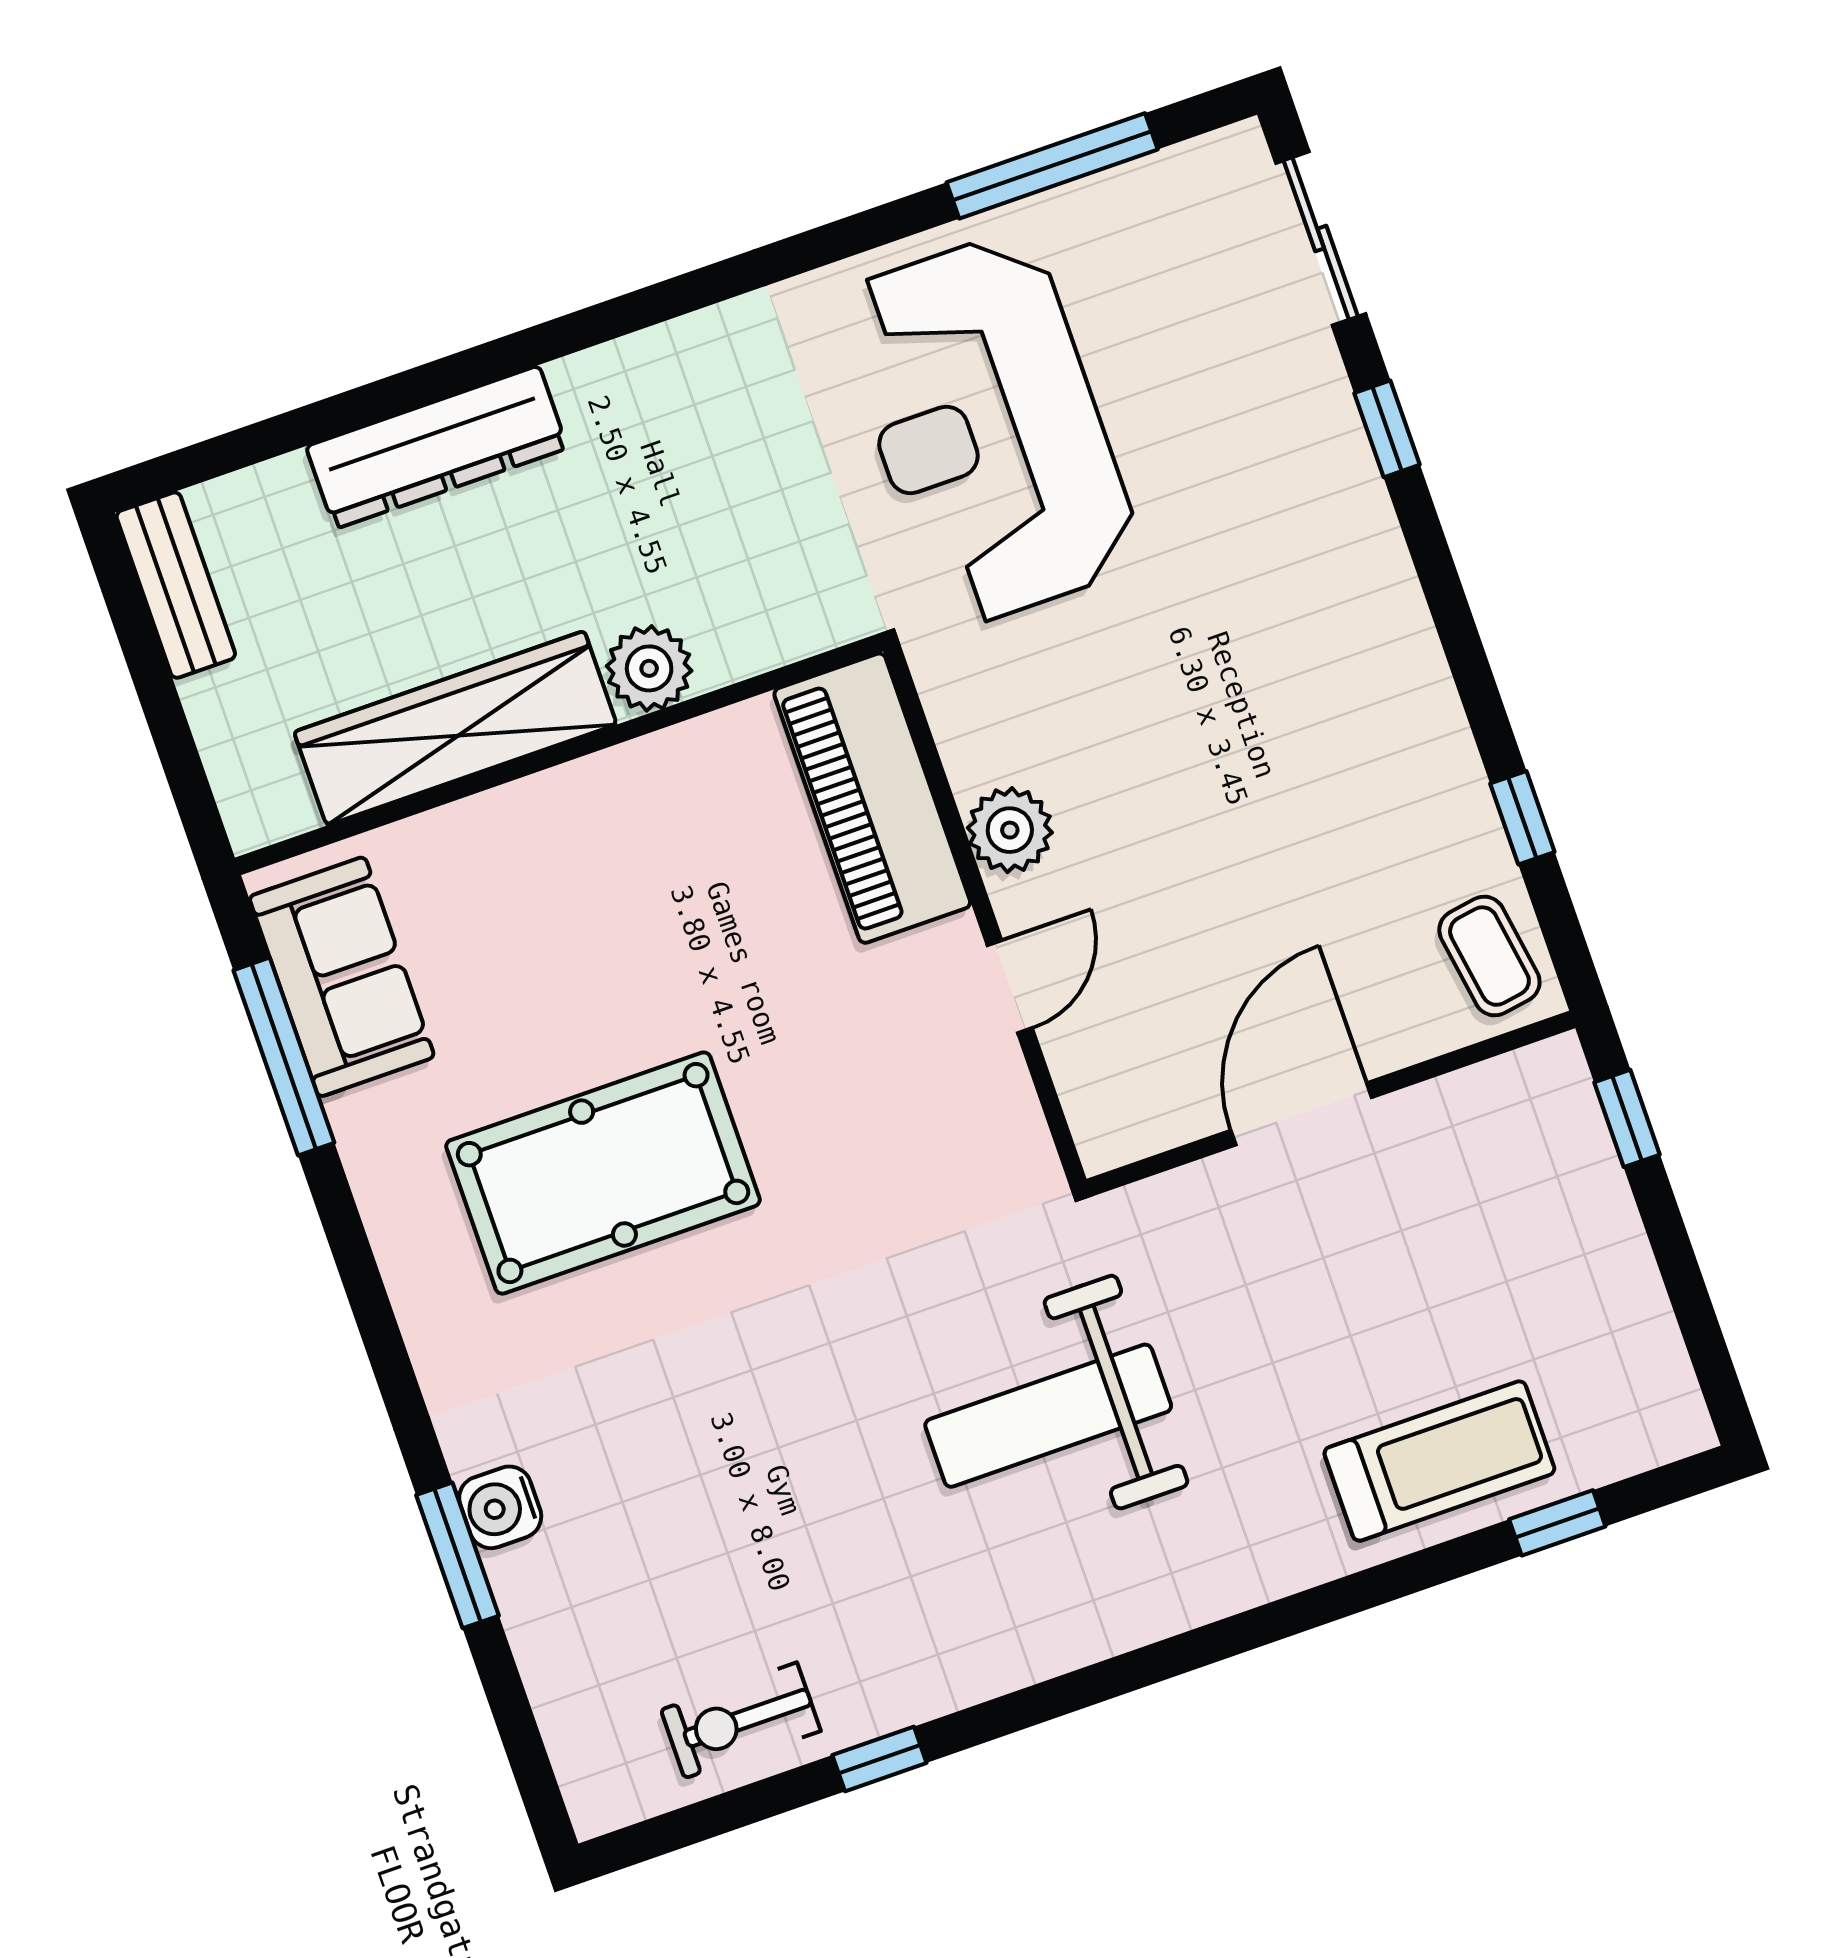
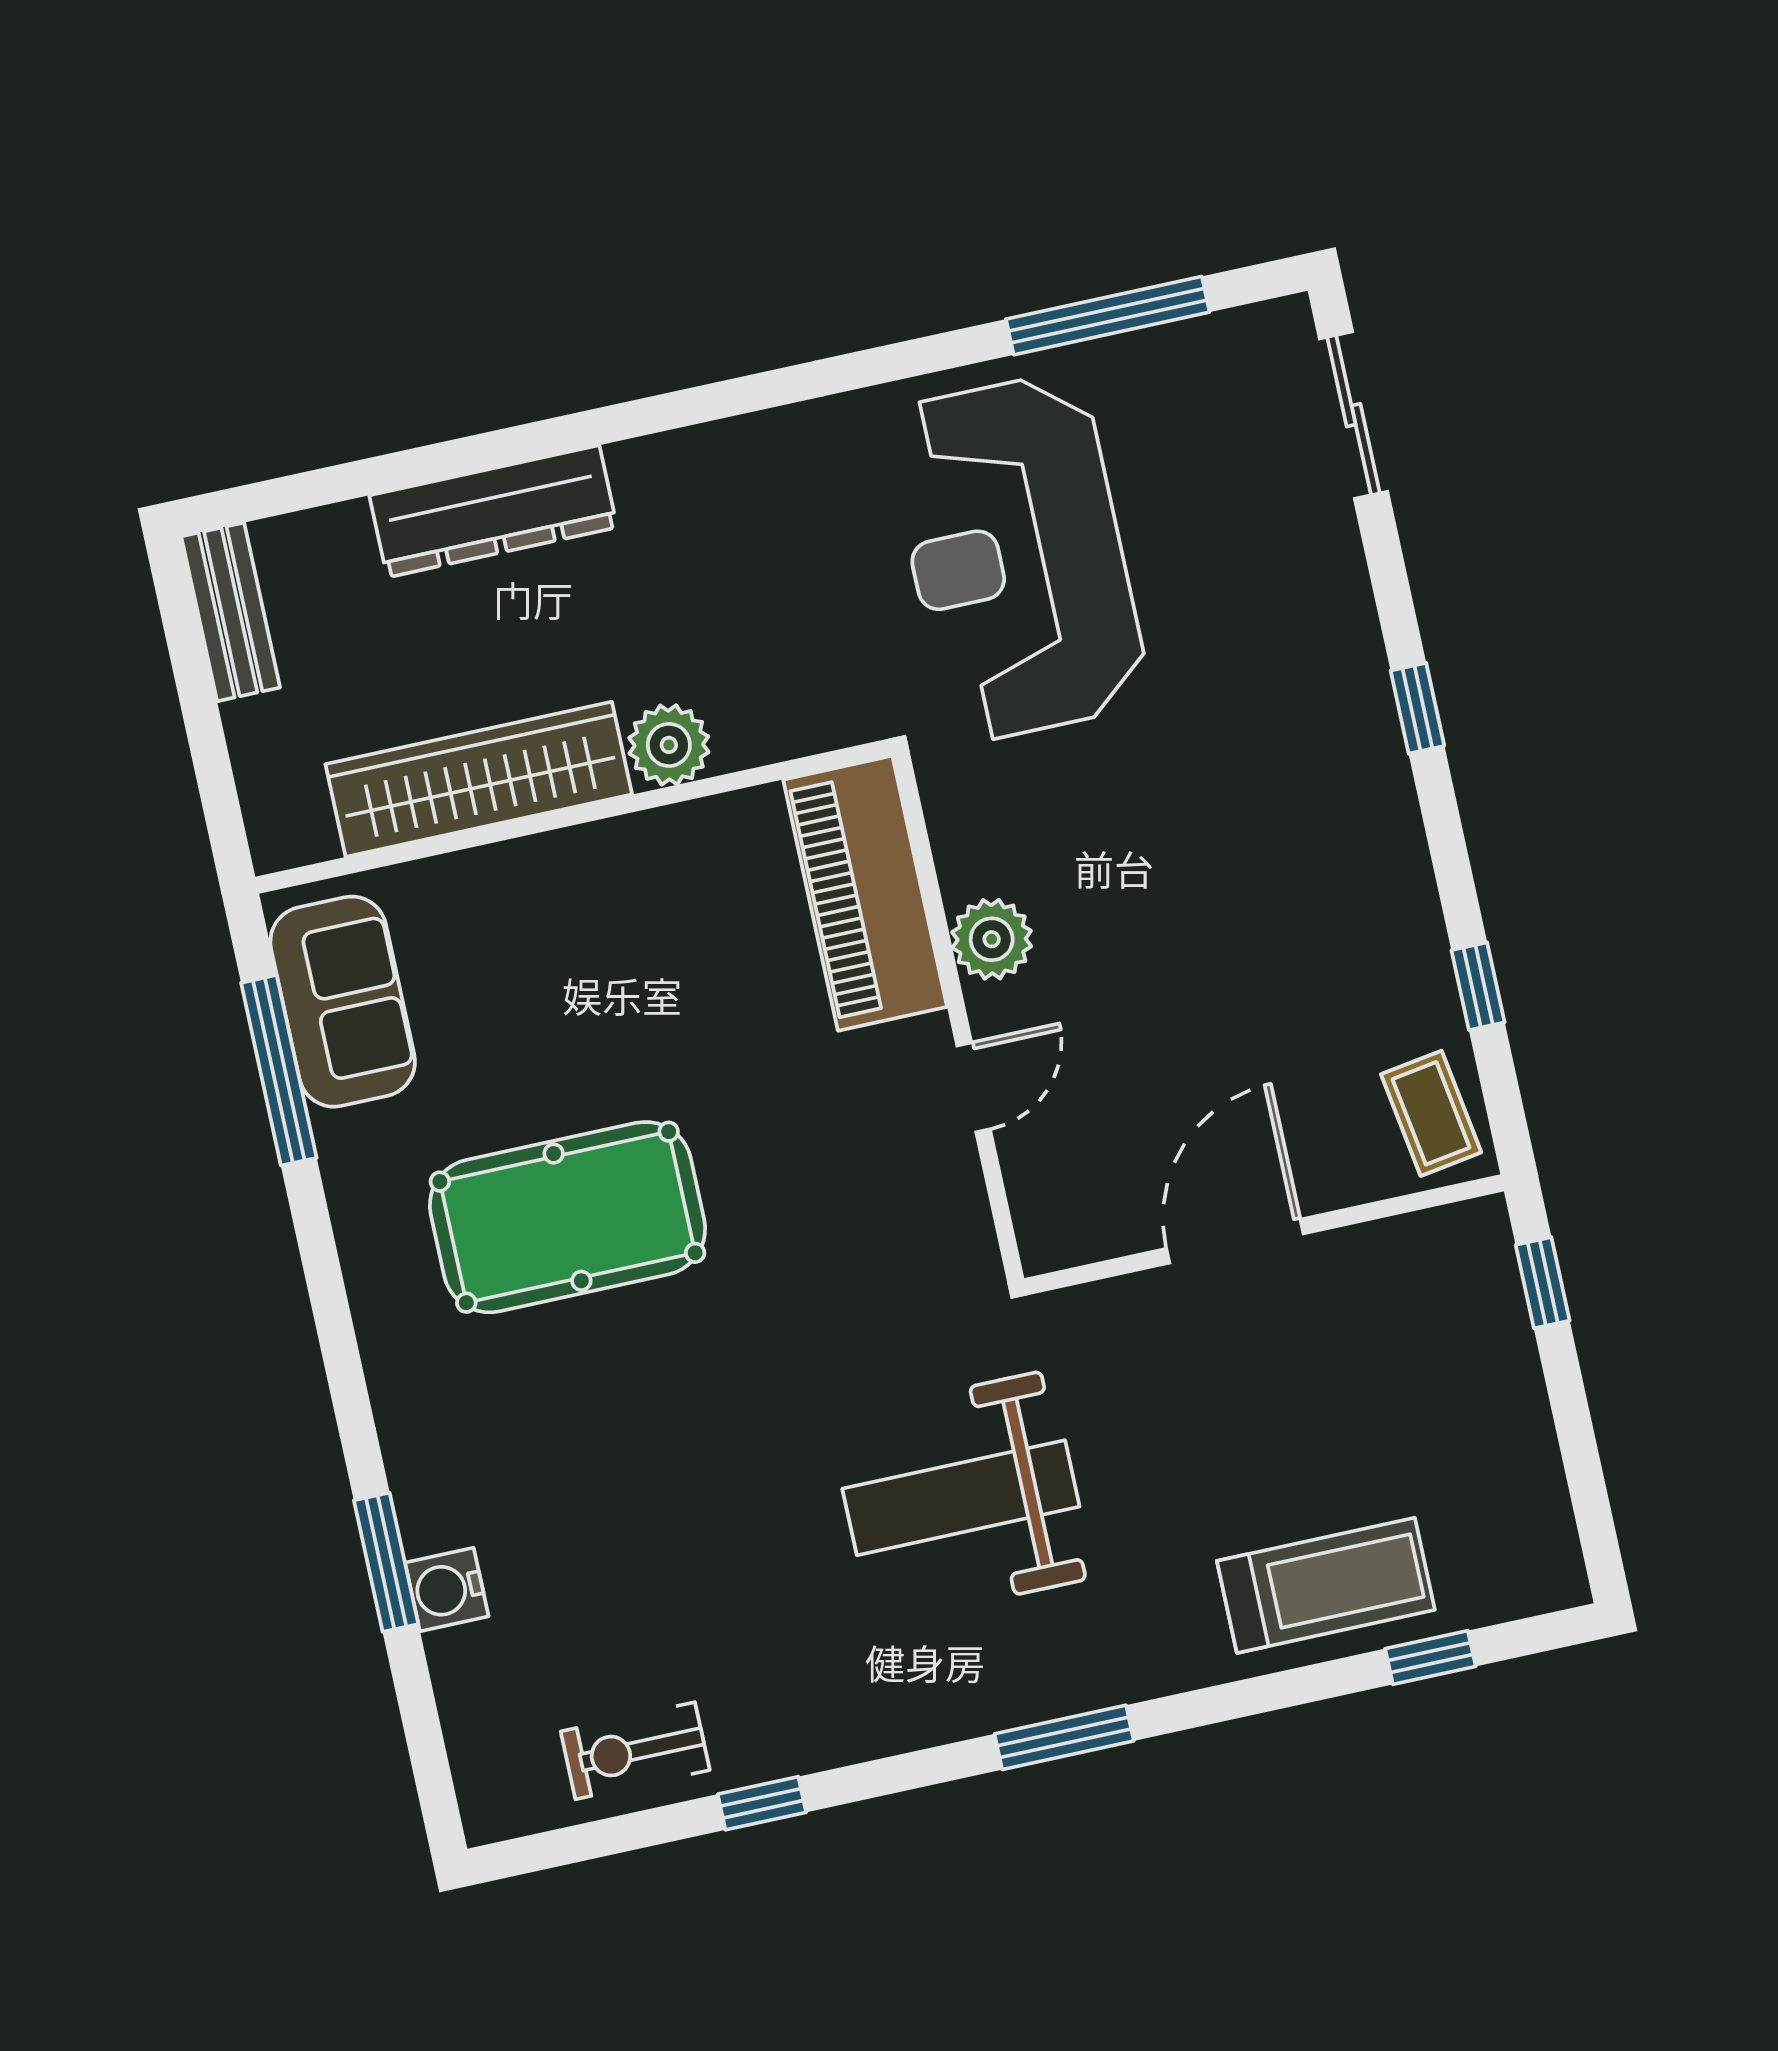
window: (1387, 429) -> (1417, 708), moved
water cooler: (500, 1507) -> (447, 1590), moved
window: (1186, 1652) -> (1064, 1737), added

